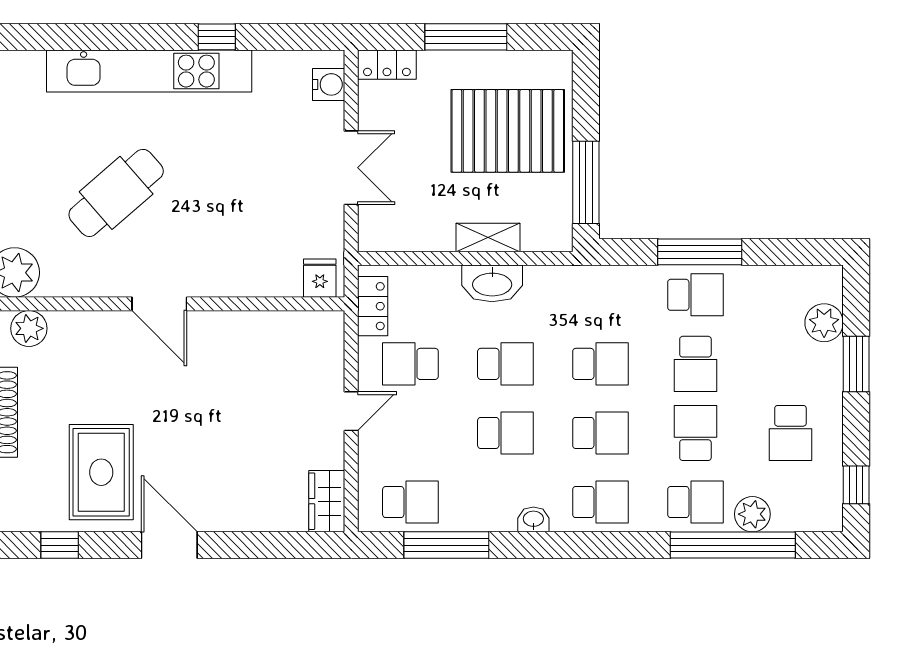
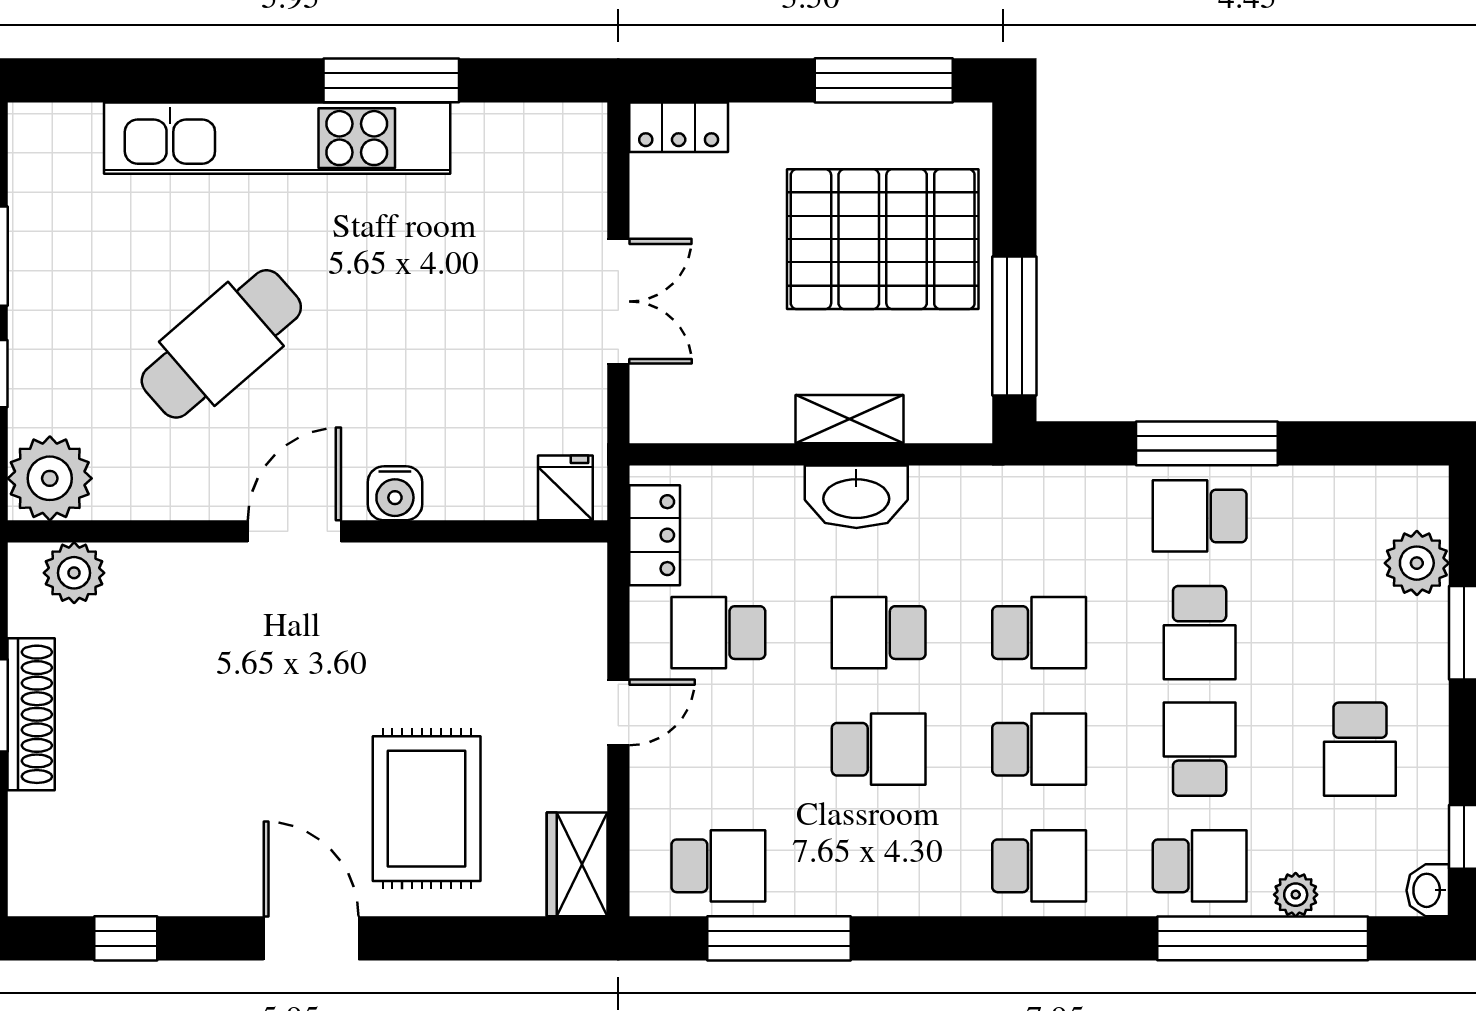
window: (217, 37) -> (391, 80), width x2.17
window: (466, 37) -> (884, 80), moved
water cooler: (329, 84) -> (395, 493), moved, turned 90
school desk: (695, 295) -> (1200, 516), turned 180
door: (159, 304) -> (294, 531), swing flipped
school desk: (505, 364) -> (879, 633), turned 180
rug: (101, 472) -> (427, 809), moved
plant: (752, 514) -> (1296, 895), width x0.73, depth x0.73
washbasin: (533, 519) -> (1428, 890), moved, turned -90

